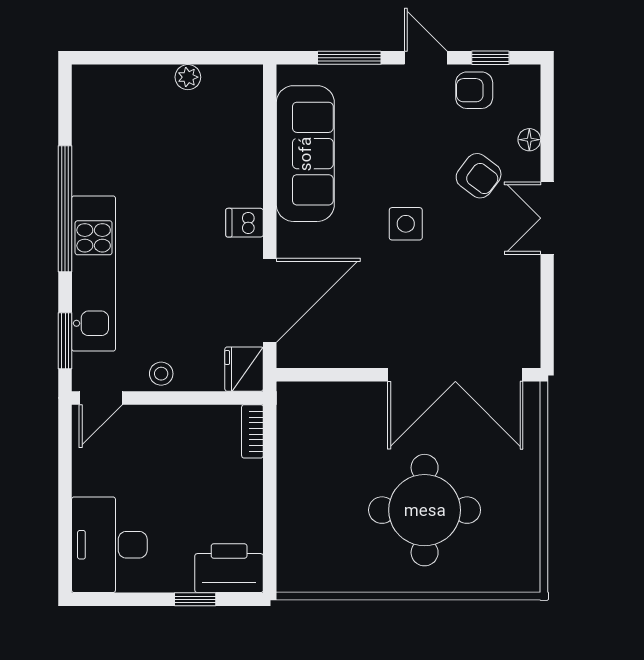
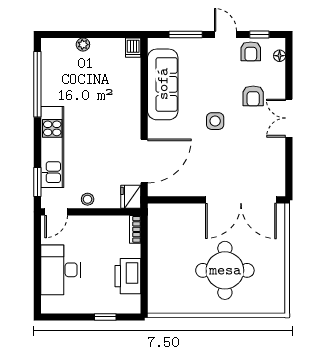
plant: (188, 77) -> (83, 45), moved
armchair: (474, 90) -> (251, 51), turned -90
floor lamp: (529, 140) -> (280, 56), moved
armchair: (479, 176) -> (253, 96), turned 53
window: (65, 209) -> (37, 84), moved
dishwasher: (245, 223) -> (133, 48), moved, turned -90
desk: (109, 545) -> (60, 270), moved
printer: (229, 568) -> (128, 276), moved, turned -90

